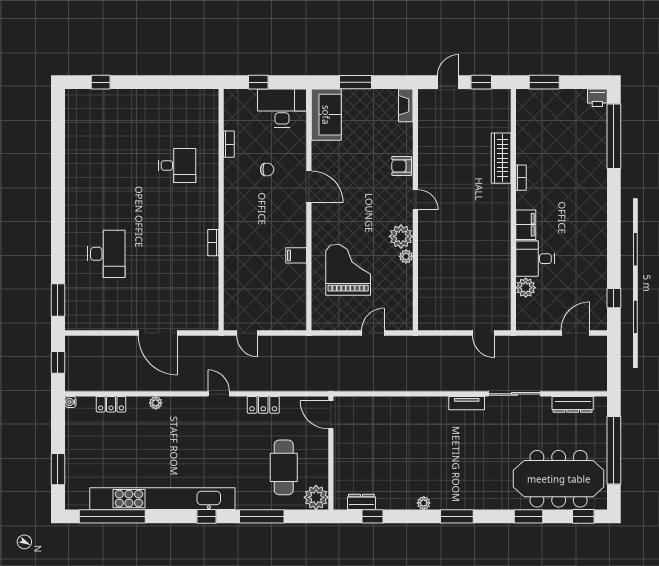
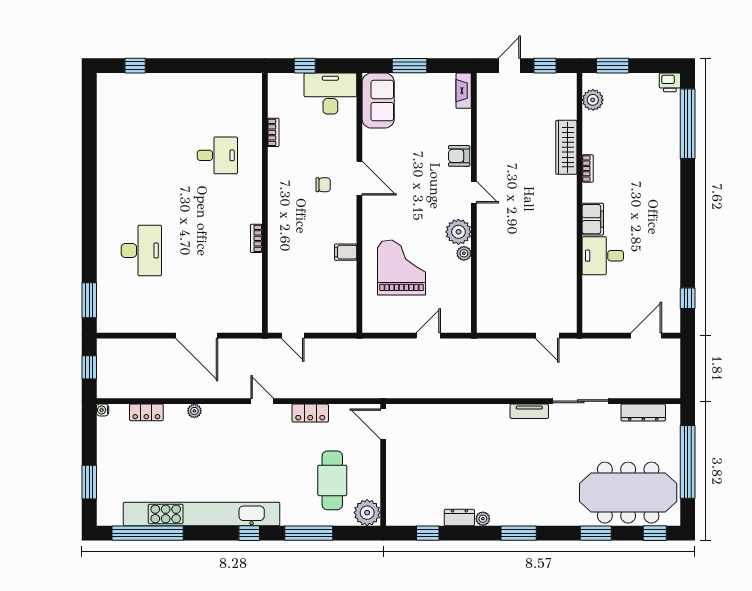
chair: (267, 169) -> (323, 185), moved
plant: (526, 288) -> (593, 100), moved
dresser: (361, 502) -> (459, 517), moved

